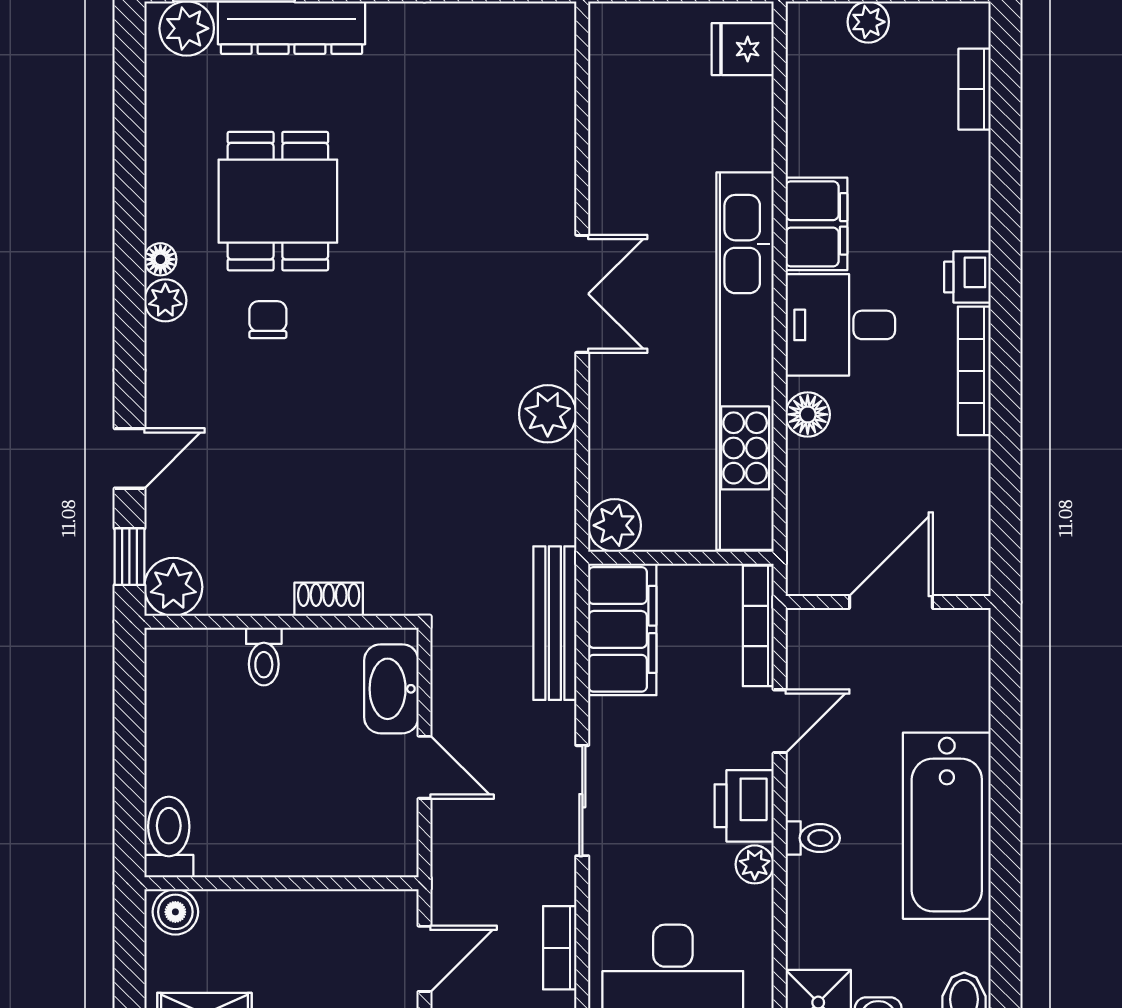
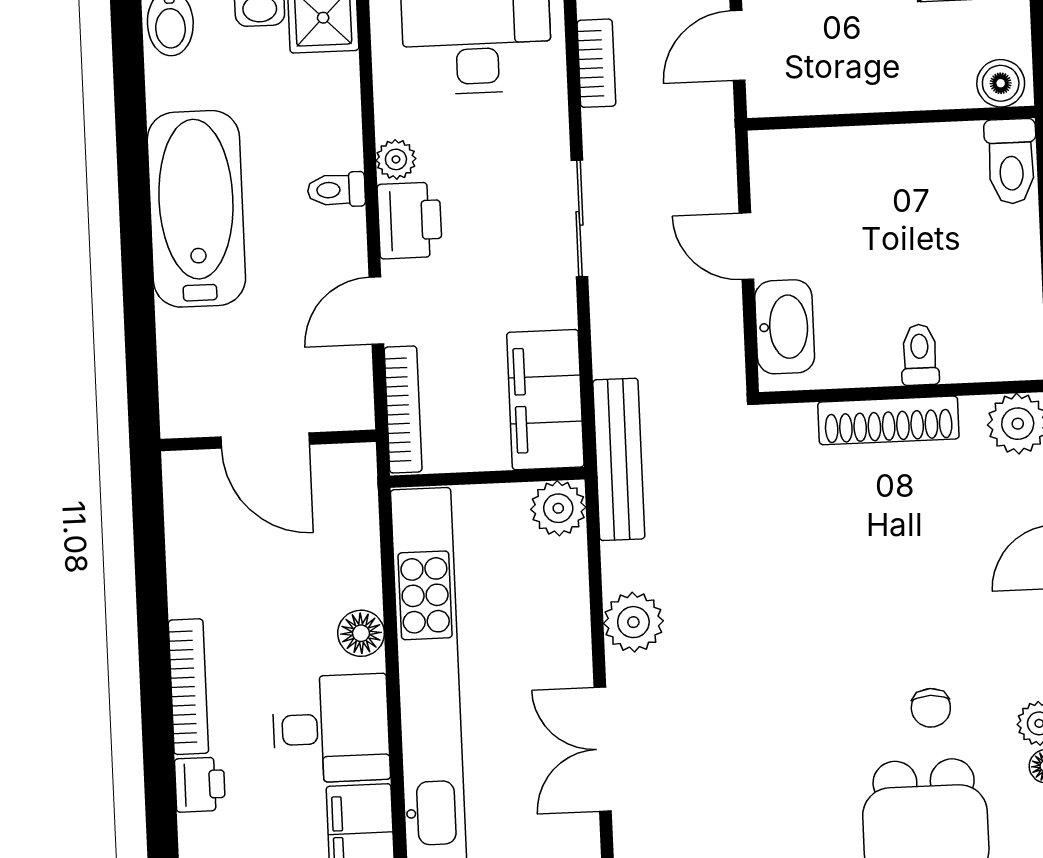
shoe rack: (329, 599) -> (888, 420), width x1.94, depth x1.24
door: (891, 602) -> (265, 441), hinge flipped
bench: (555, 623) -> (619, 459), moved

